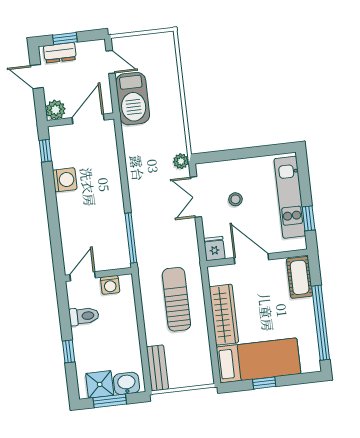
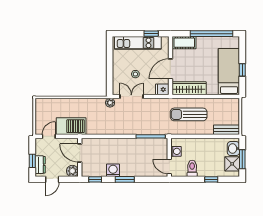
double door: (196, 197) -> (131, 97), swing flipped
window: (51, 202) -> (125, 179), added
wardrobe: (224, 315) -> (189, 88), moved

